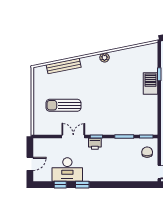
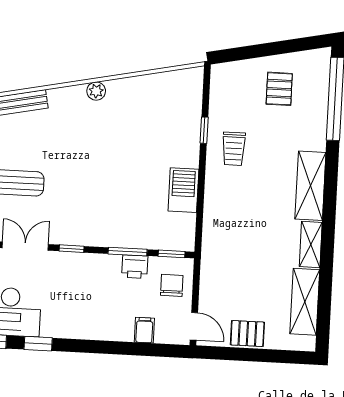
barbecue: (150, 83) -> (183, 190), moved
printer: (95, 144) -> (135, 267), moved
filing cabinet: (135, 175) -> (144, 330), added

